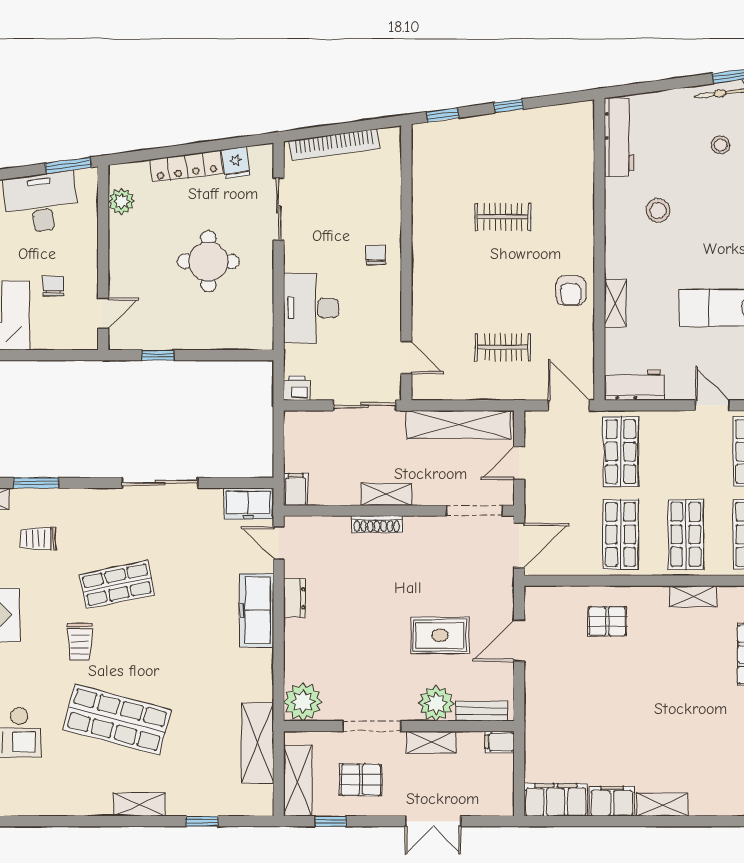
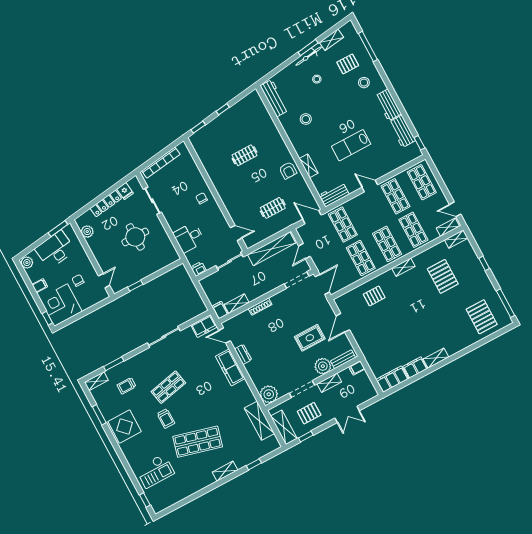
desk: (311, 308) -> (189, 237), width x0.73
shelving: (386, 494) -> (237, 304), moved

